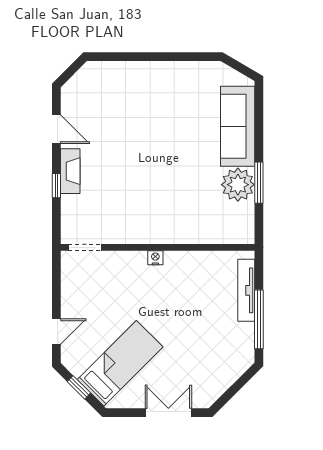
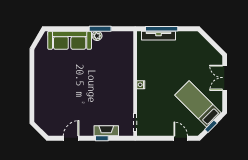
fireplace: (70, 171) -> (106, 131), moved
plant: (238, 185) -> (97, 36), width x0.53, depth x0.53
window: (259, 319) -> (162, 29), moved

